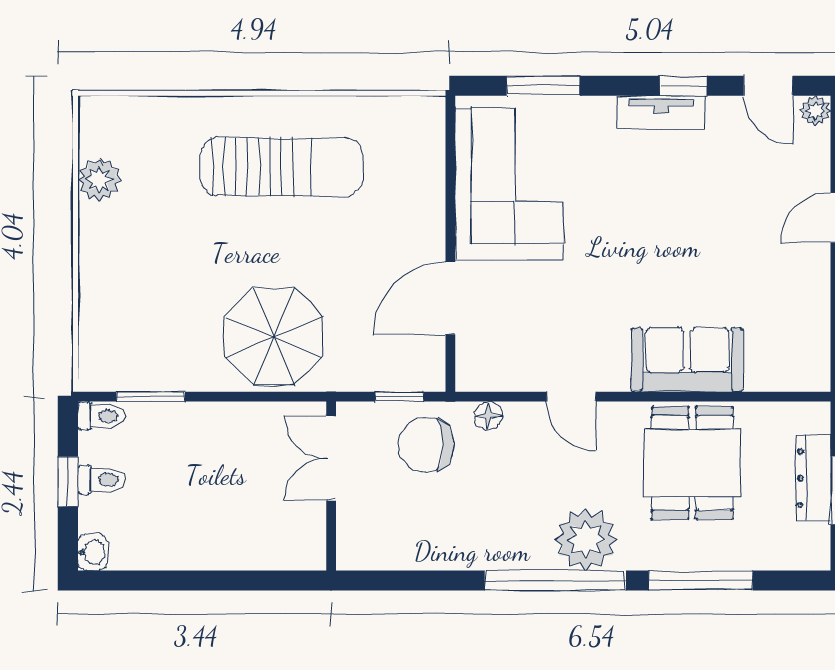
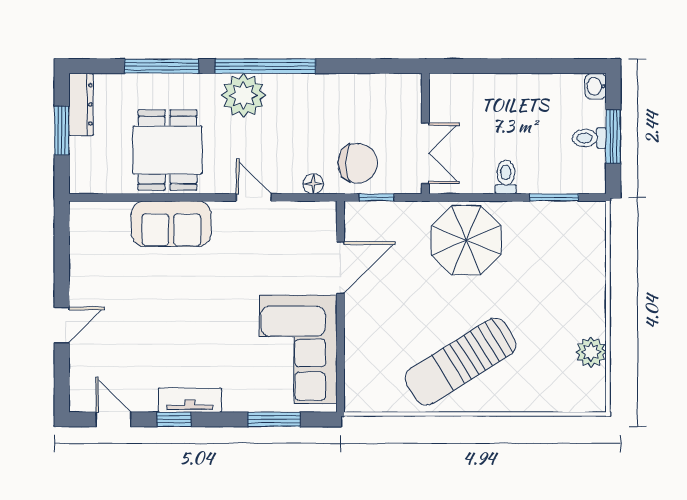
plant: (816, 111) -> (80, 402), removed
sun lounger: (282, 167) -> (461, 362), turned -32
toilet: (101, 416) -> (506, 177), moved, turned 90
dresser: (814, 478) -> (81, 104), moved
window: (68, 482) -> (613, 137), width x1.50

